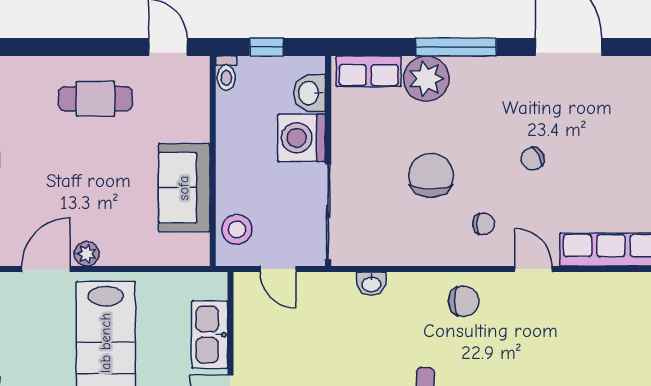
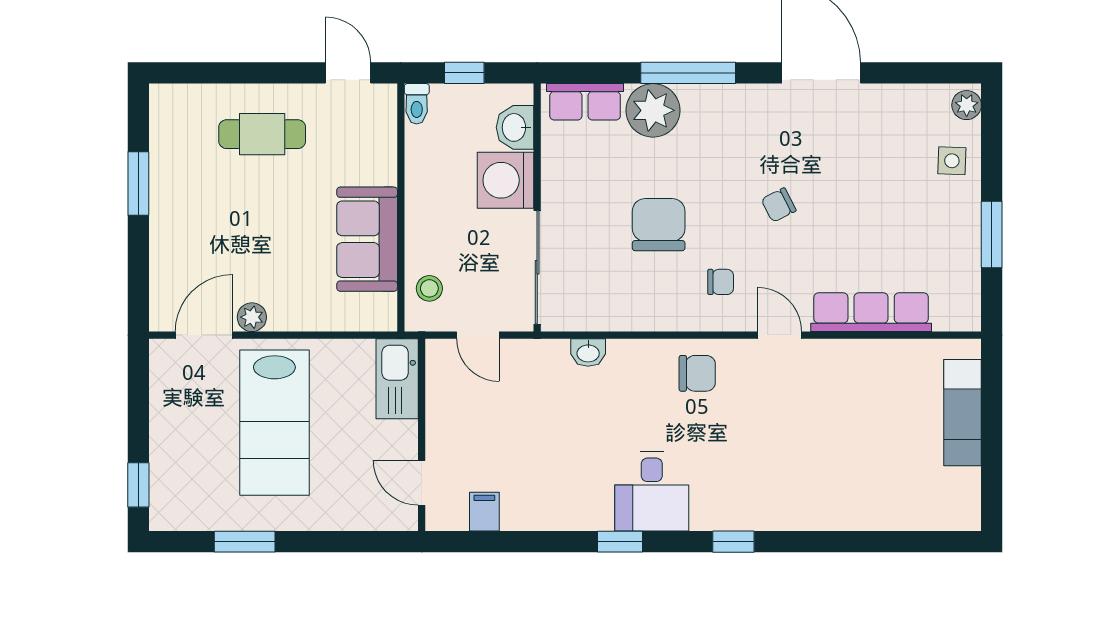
stool: (237, 229) -> (429, 288), width x0.73, depth x0.73
kitchen sink: (210, 335) -> (397, 379), moved

